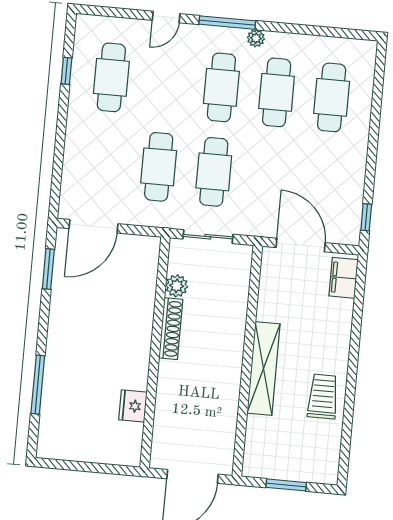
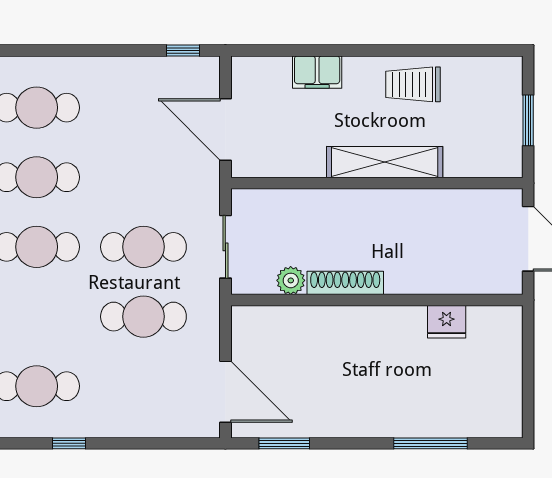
window: (66, 71) -> (69, 443), moved
door: (301, 245) -> (225, 130), hinge flipped
filing cabinet: (343, 278) -> (317, 72), moved

